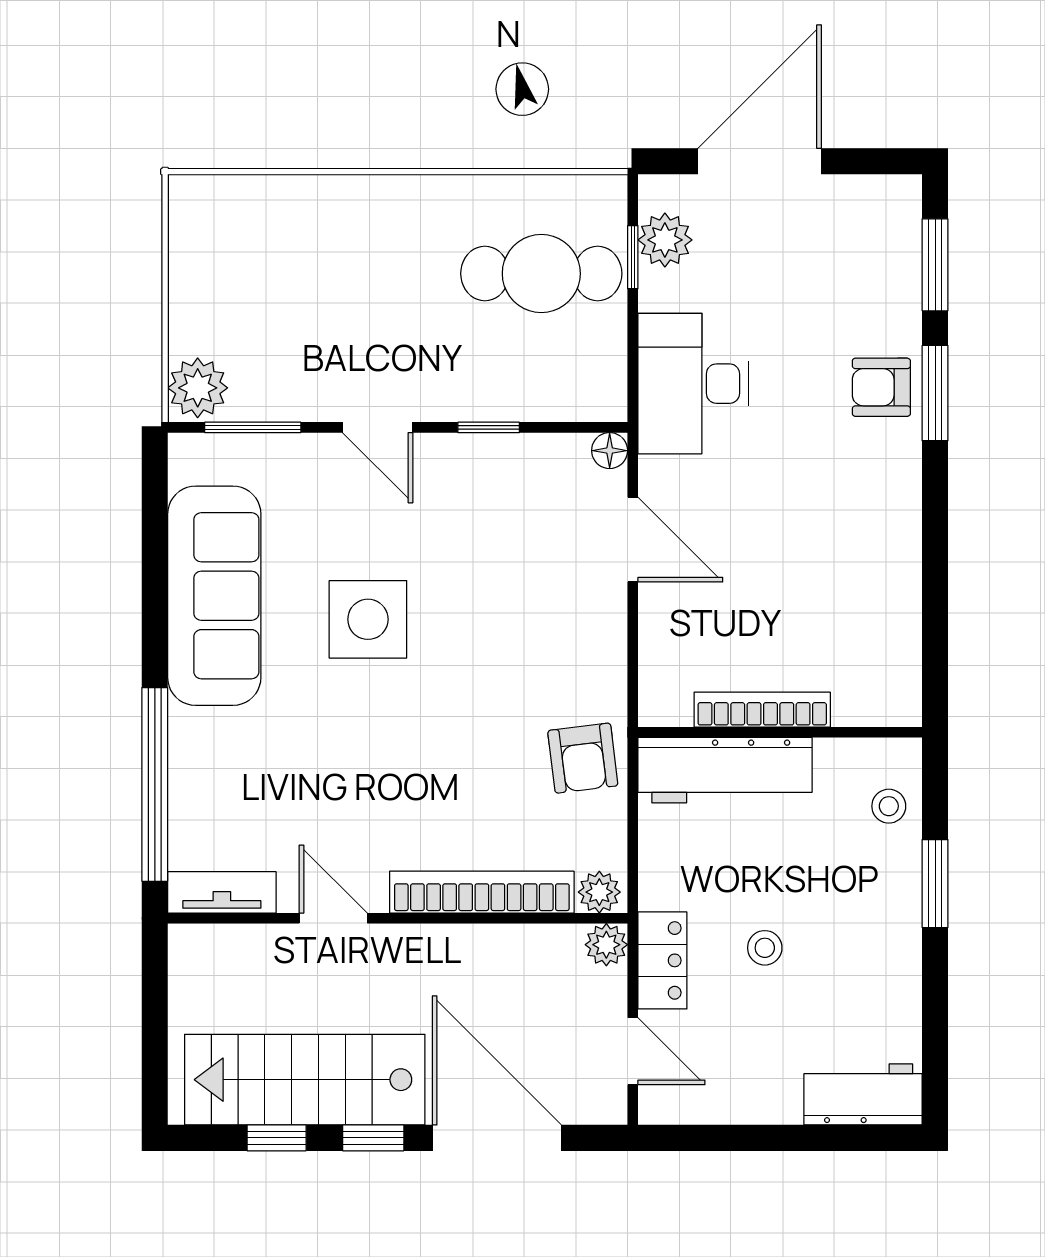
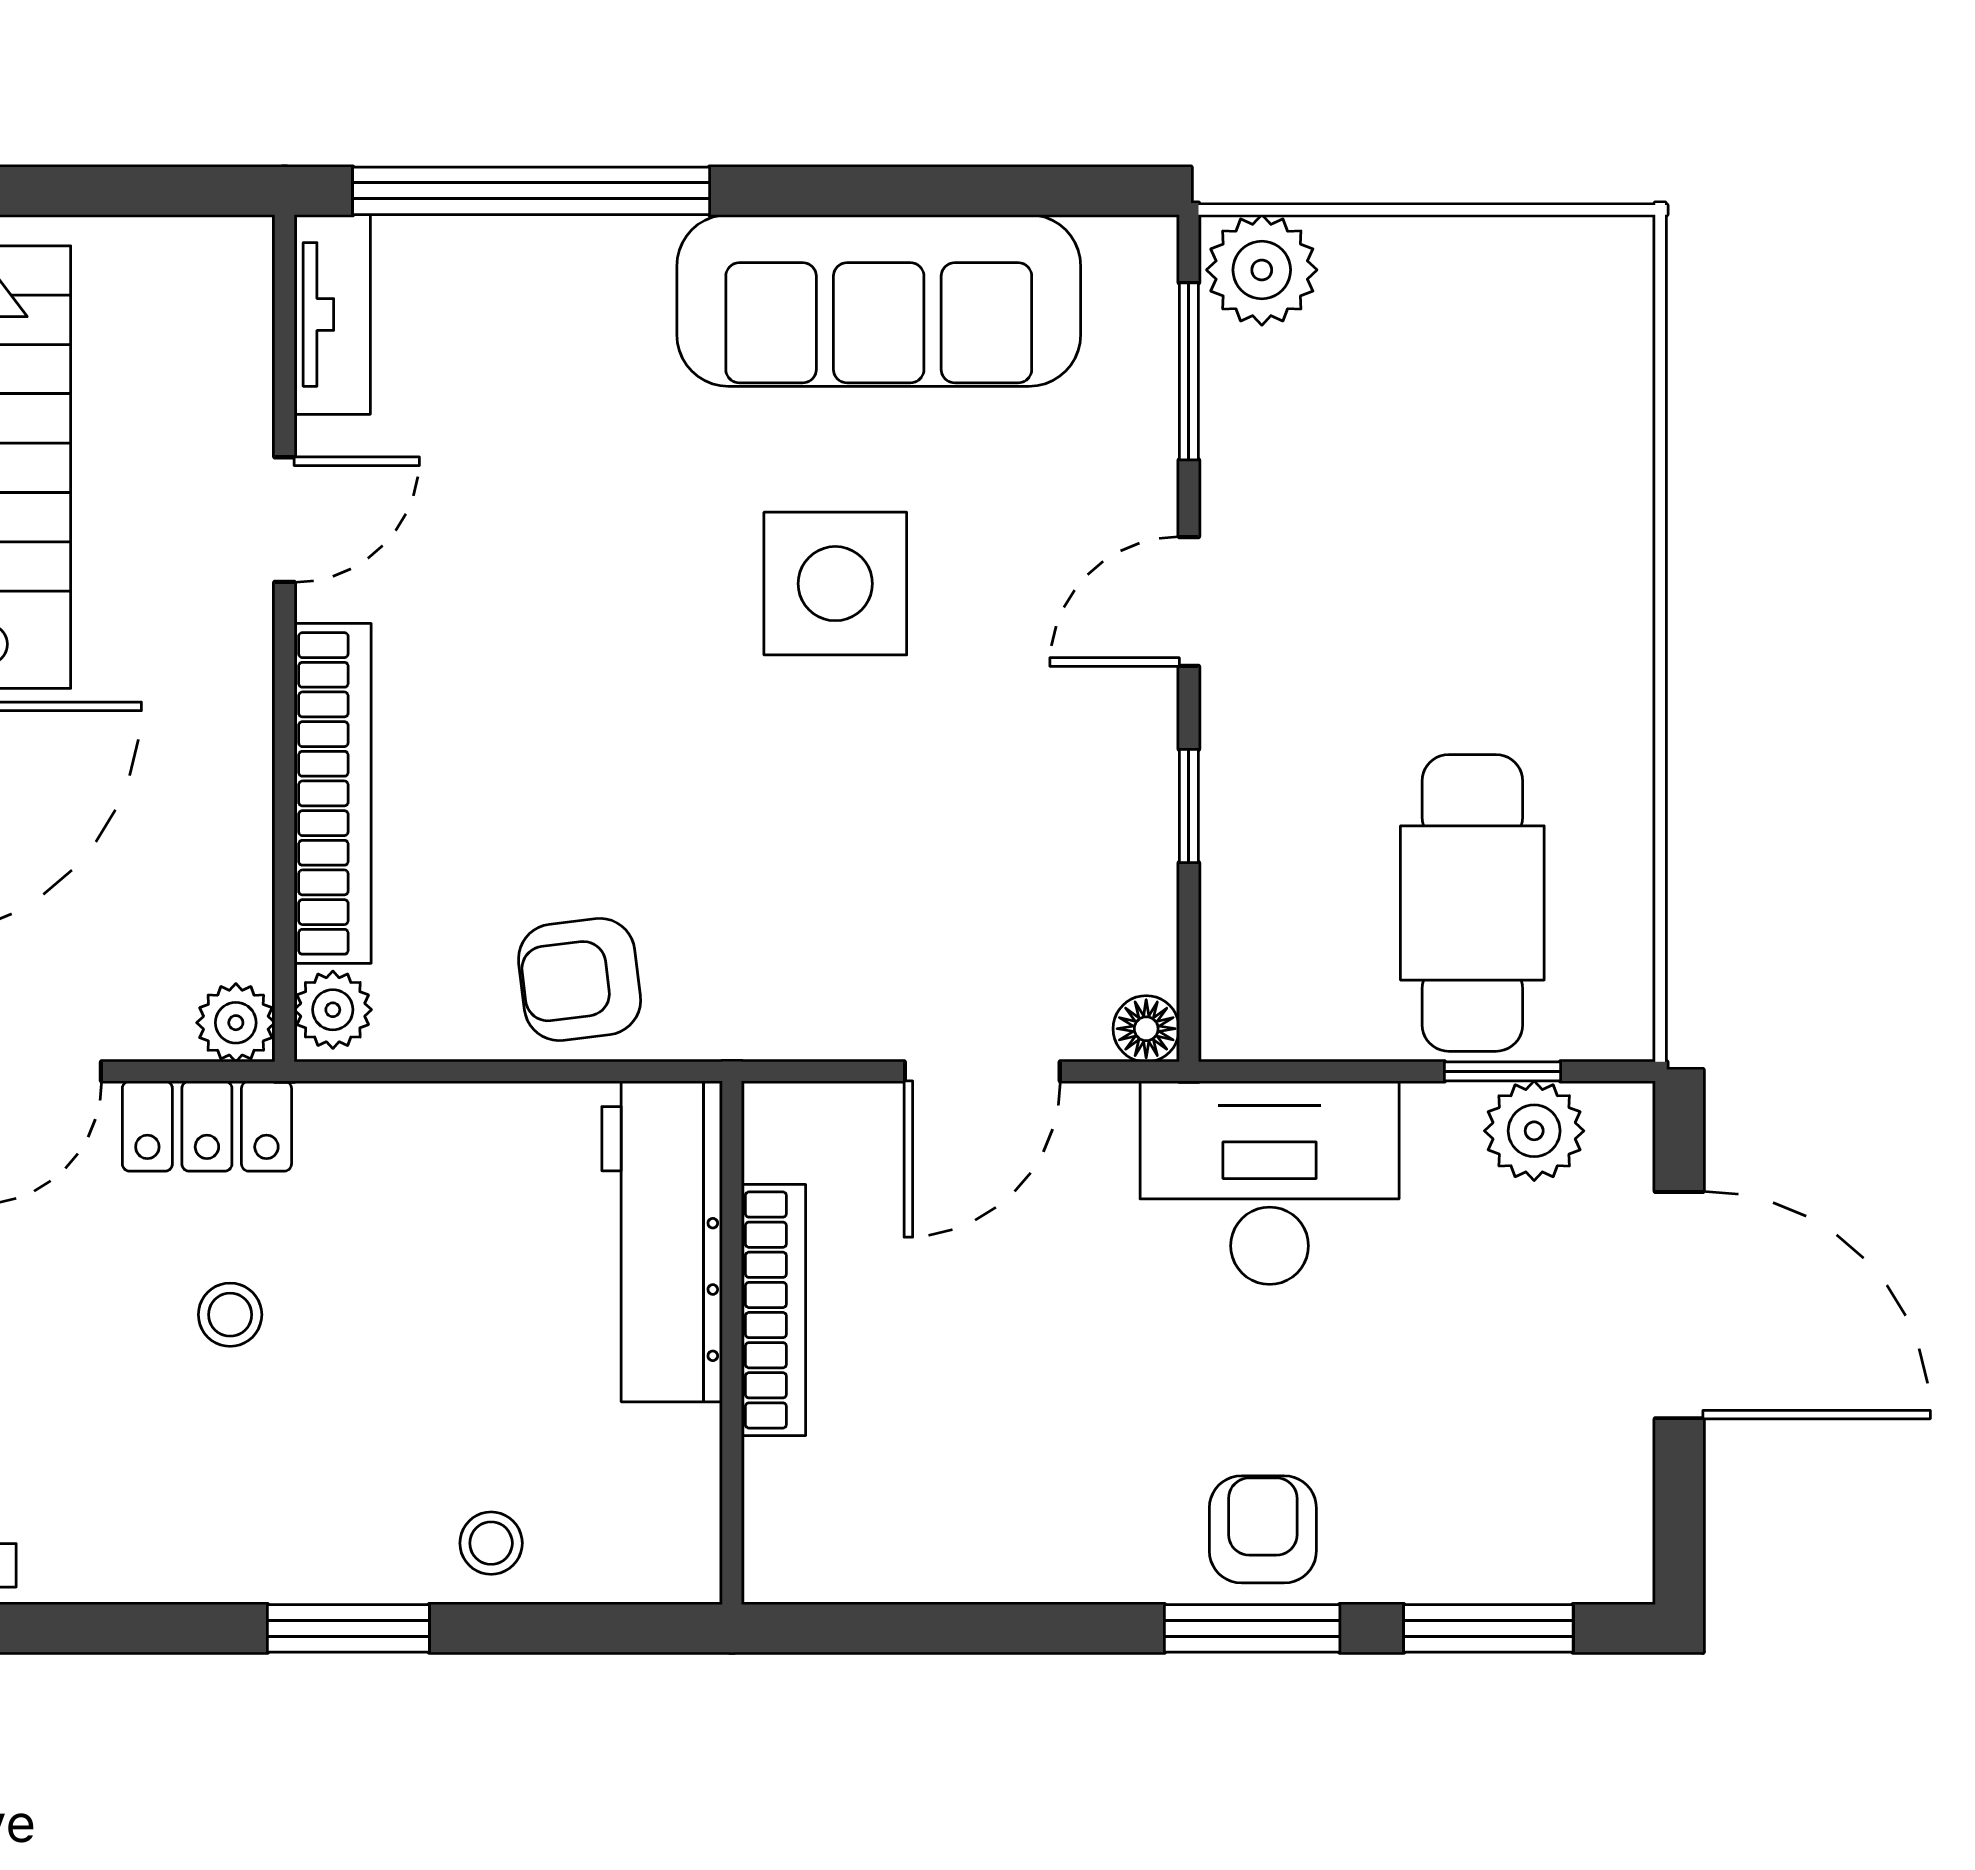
bookcase: (762, 710) -> (774, 1310), moved
wall: (780, 732) -> (732, 1343), moved
workbench: (725, 770) -> (662, 1241), moved

